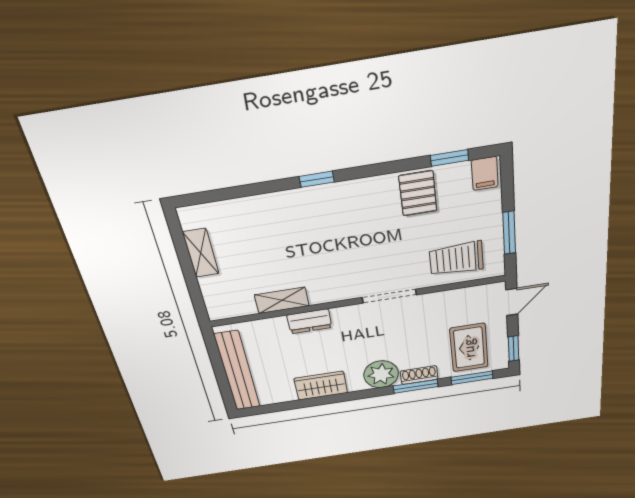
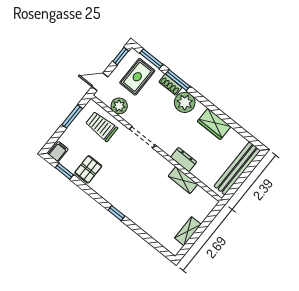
trolley: (456, 259) -> (101, 126), turned 180
plant: (458, 300) -> (119, 106), added

